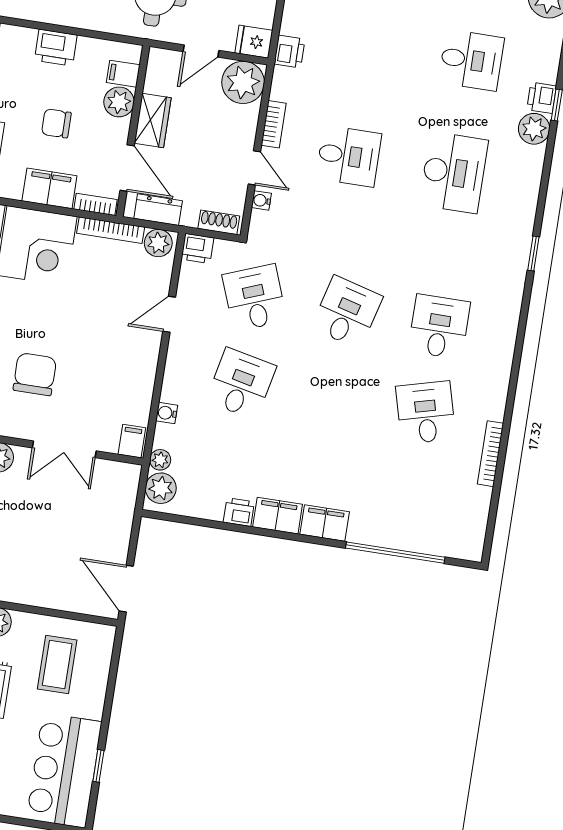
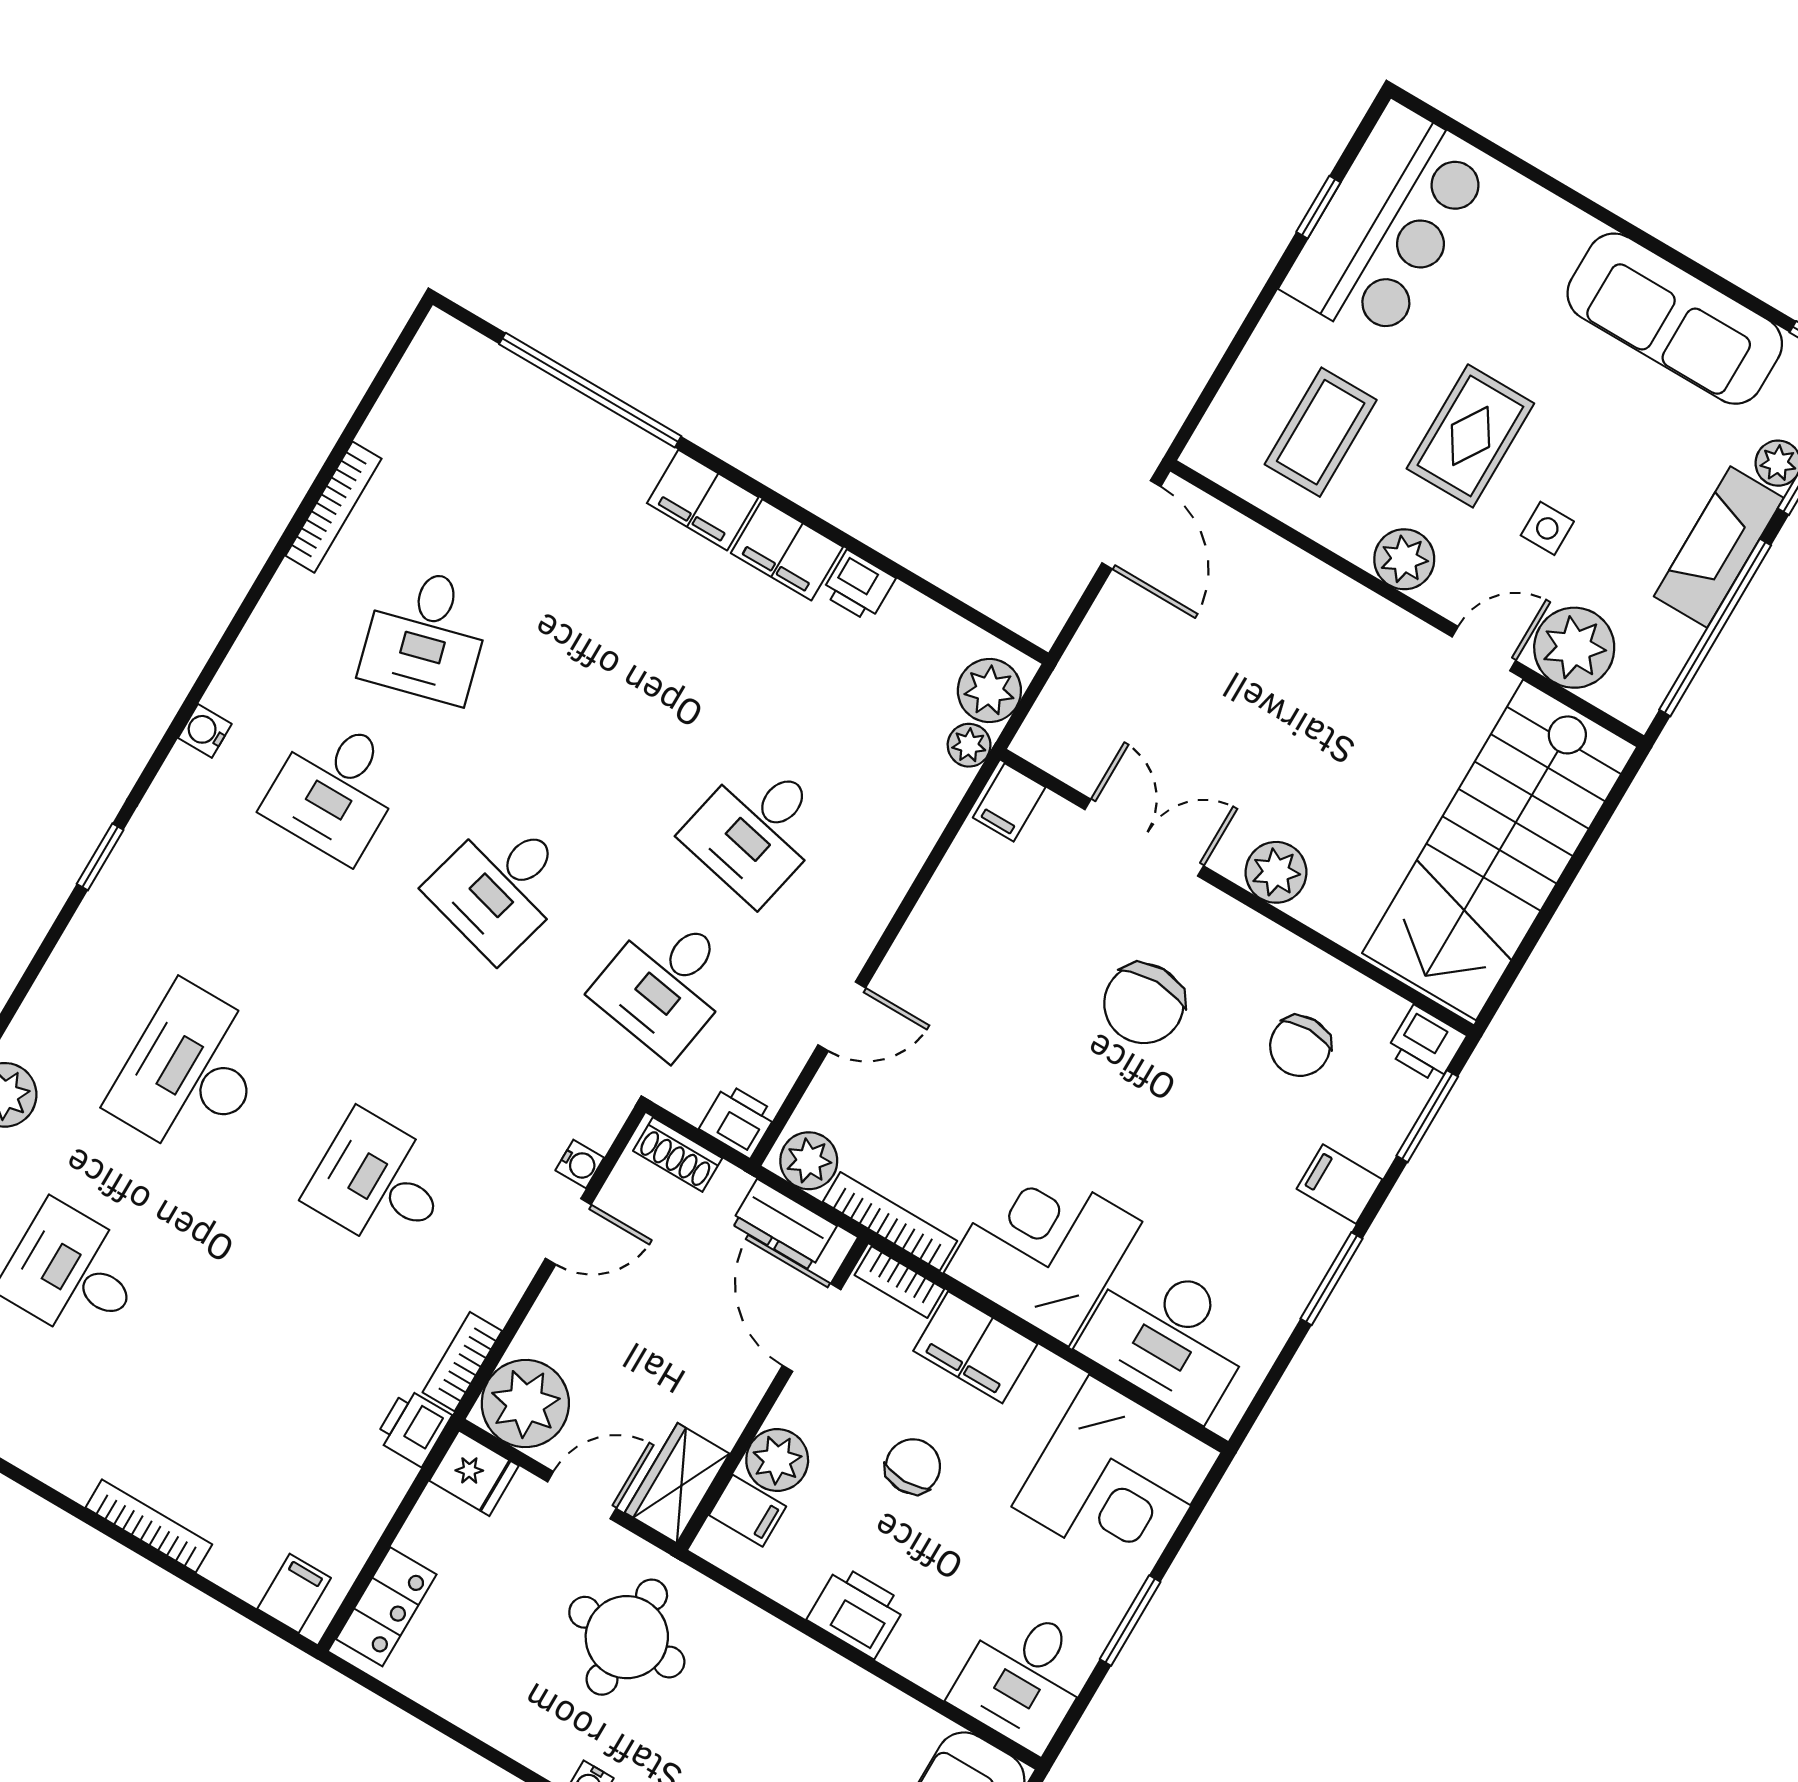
wardrobe: (153, 120) -> (677, 1483), moved
chair: (56, 123) -> (913, 1466), turned -90
bookcase: (274, 124) -> (462, 1362), moved
door: (254, 168) -> (568, 1232), swing flipped
desk: (255, 298) -> (666, 983), turned 30
water cooler: (167, 413) -> (205, 731), moved, turned 180

